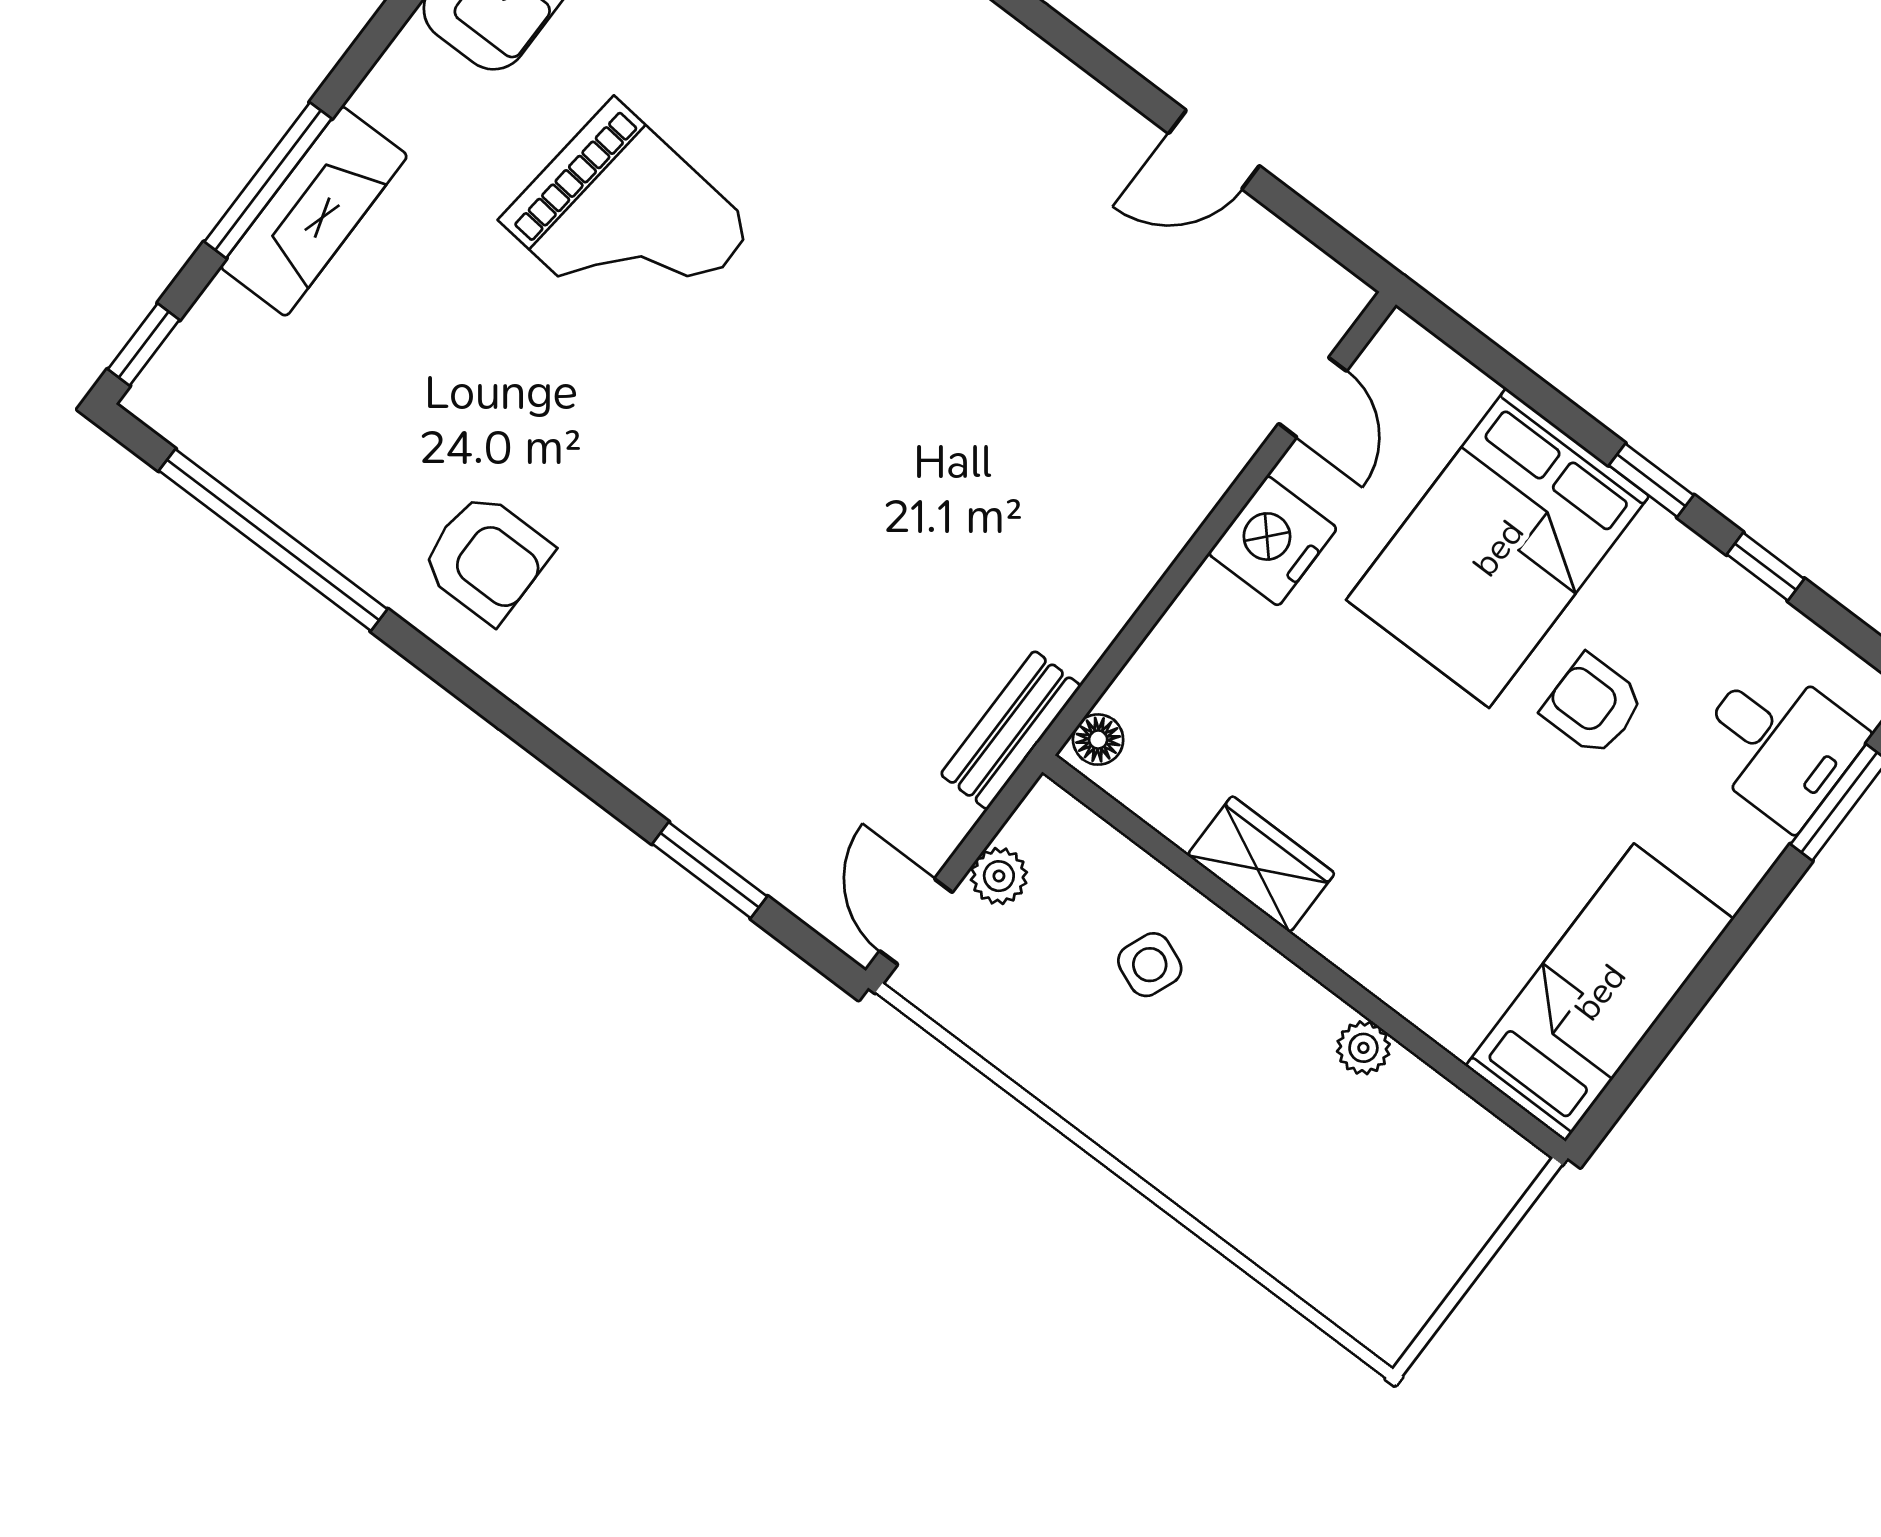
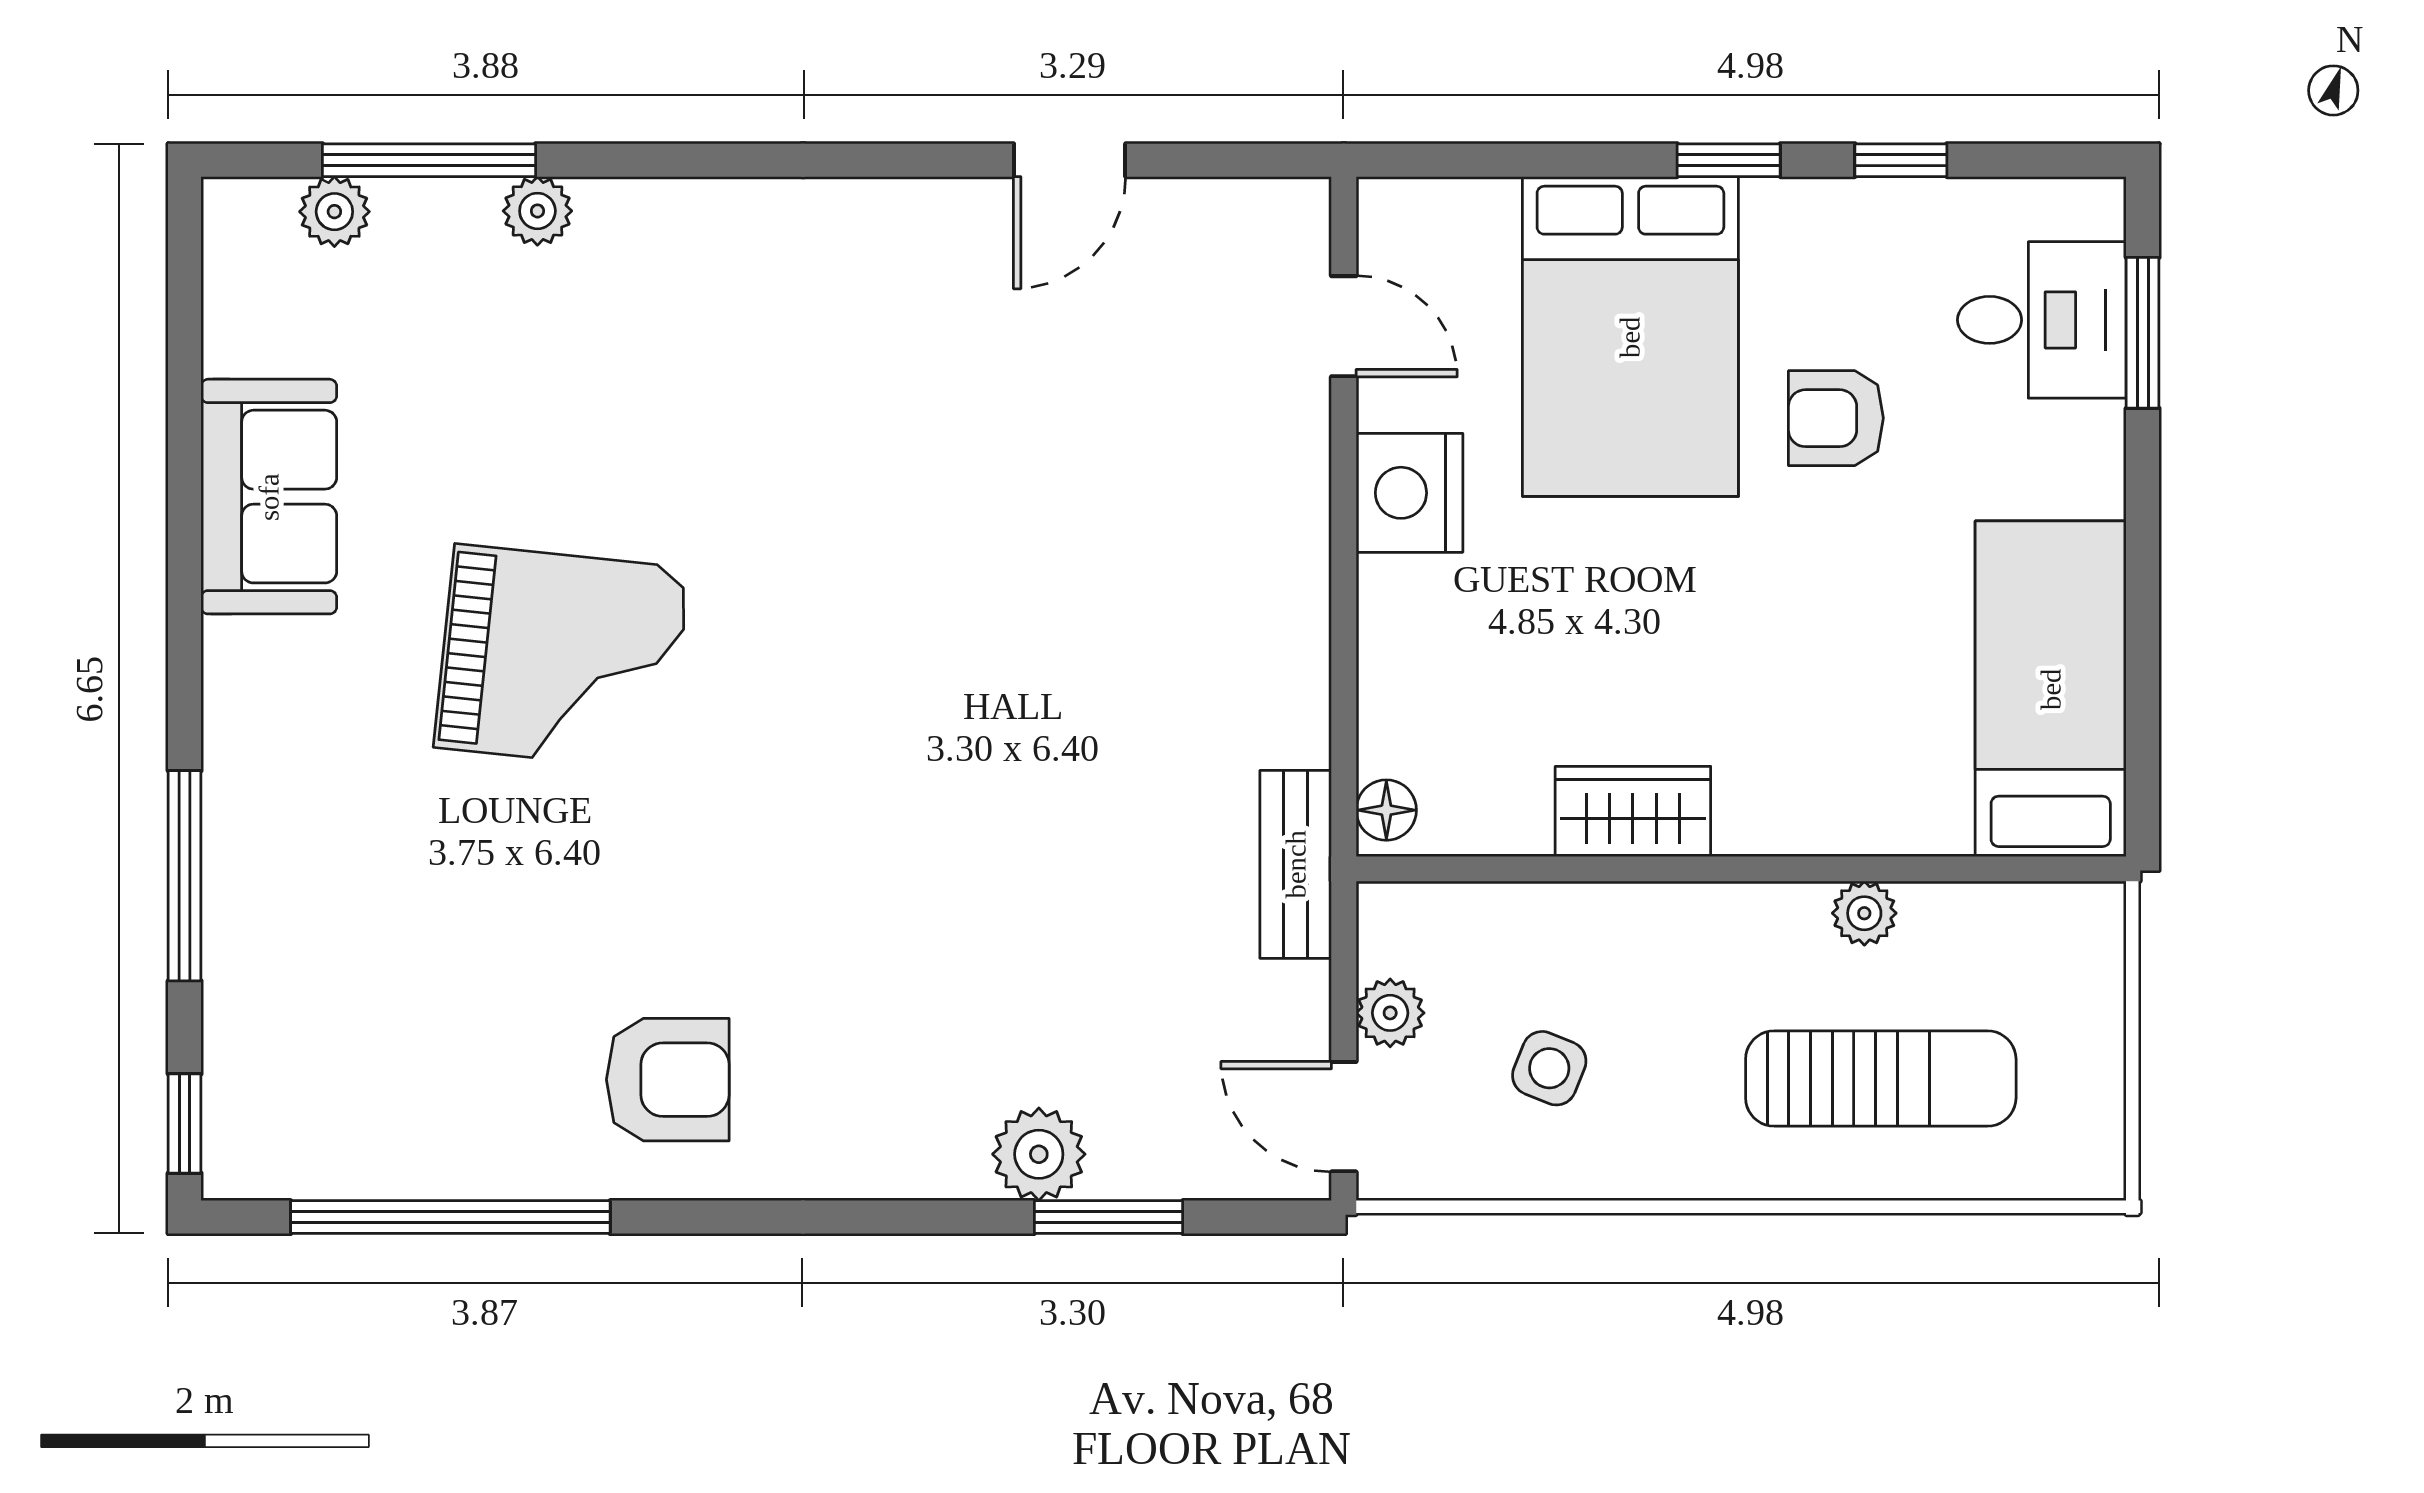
fireplace: (314, 211) -> (251, 872), removed
plant: (695, 794) -> (1039, 1154), added
side table: (1150, 965) -> (1549, 1068), moved
sun lounger: (1291, 1166) -> (1881, 1078), added

